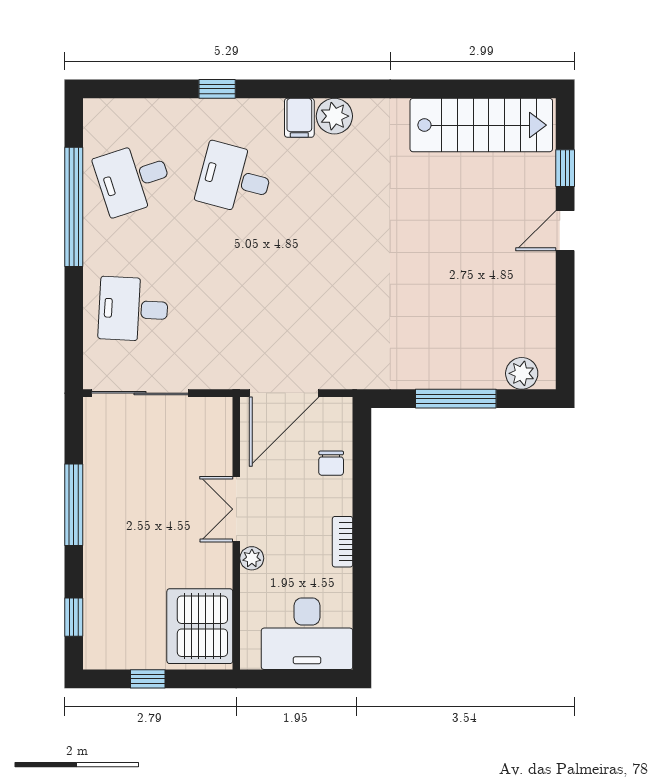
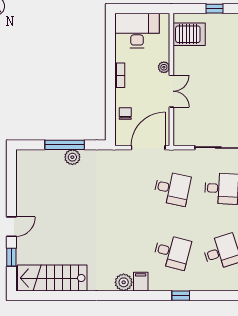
desk: (235, 309) -> (172, 188), added
plant: (522, 373) -> (72, 157), moved
server rack: (200, 626) -> (189, 34), width x0.62

